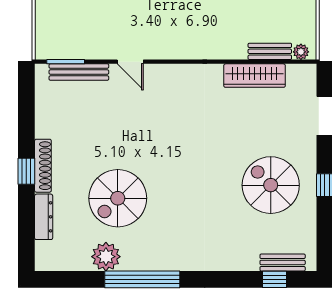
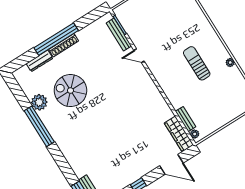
door: (130, 62) -> (139, 56), hinge flipped
wardrobe: (255, 76) -> (179, 134), moved
window: (26, 171) -> (56, 39), width x3.17
spiral stairs: (271, 185) -> (122, 159), removed

